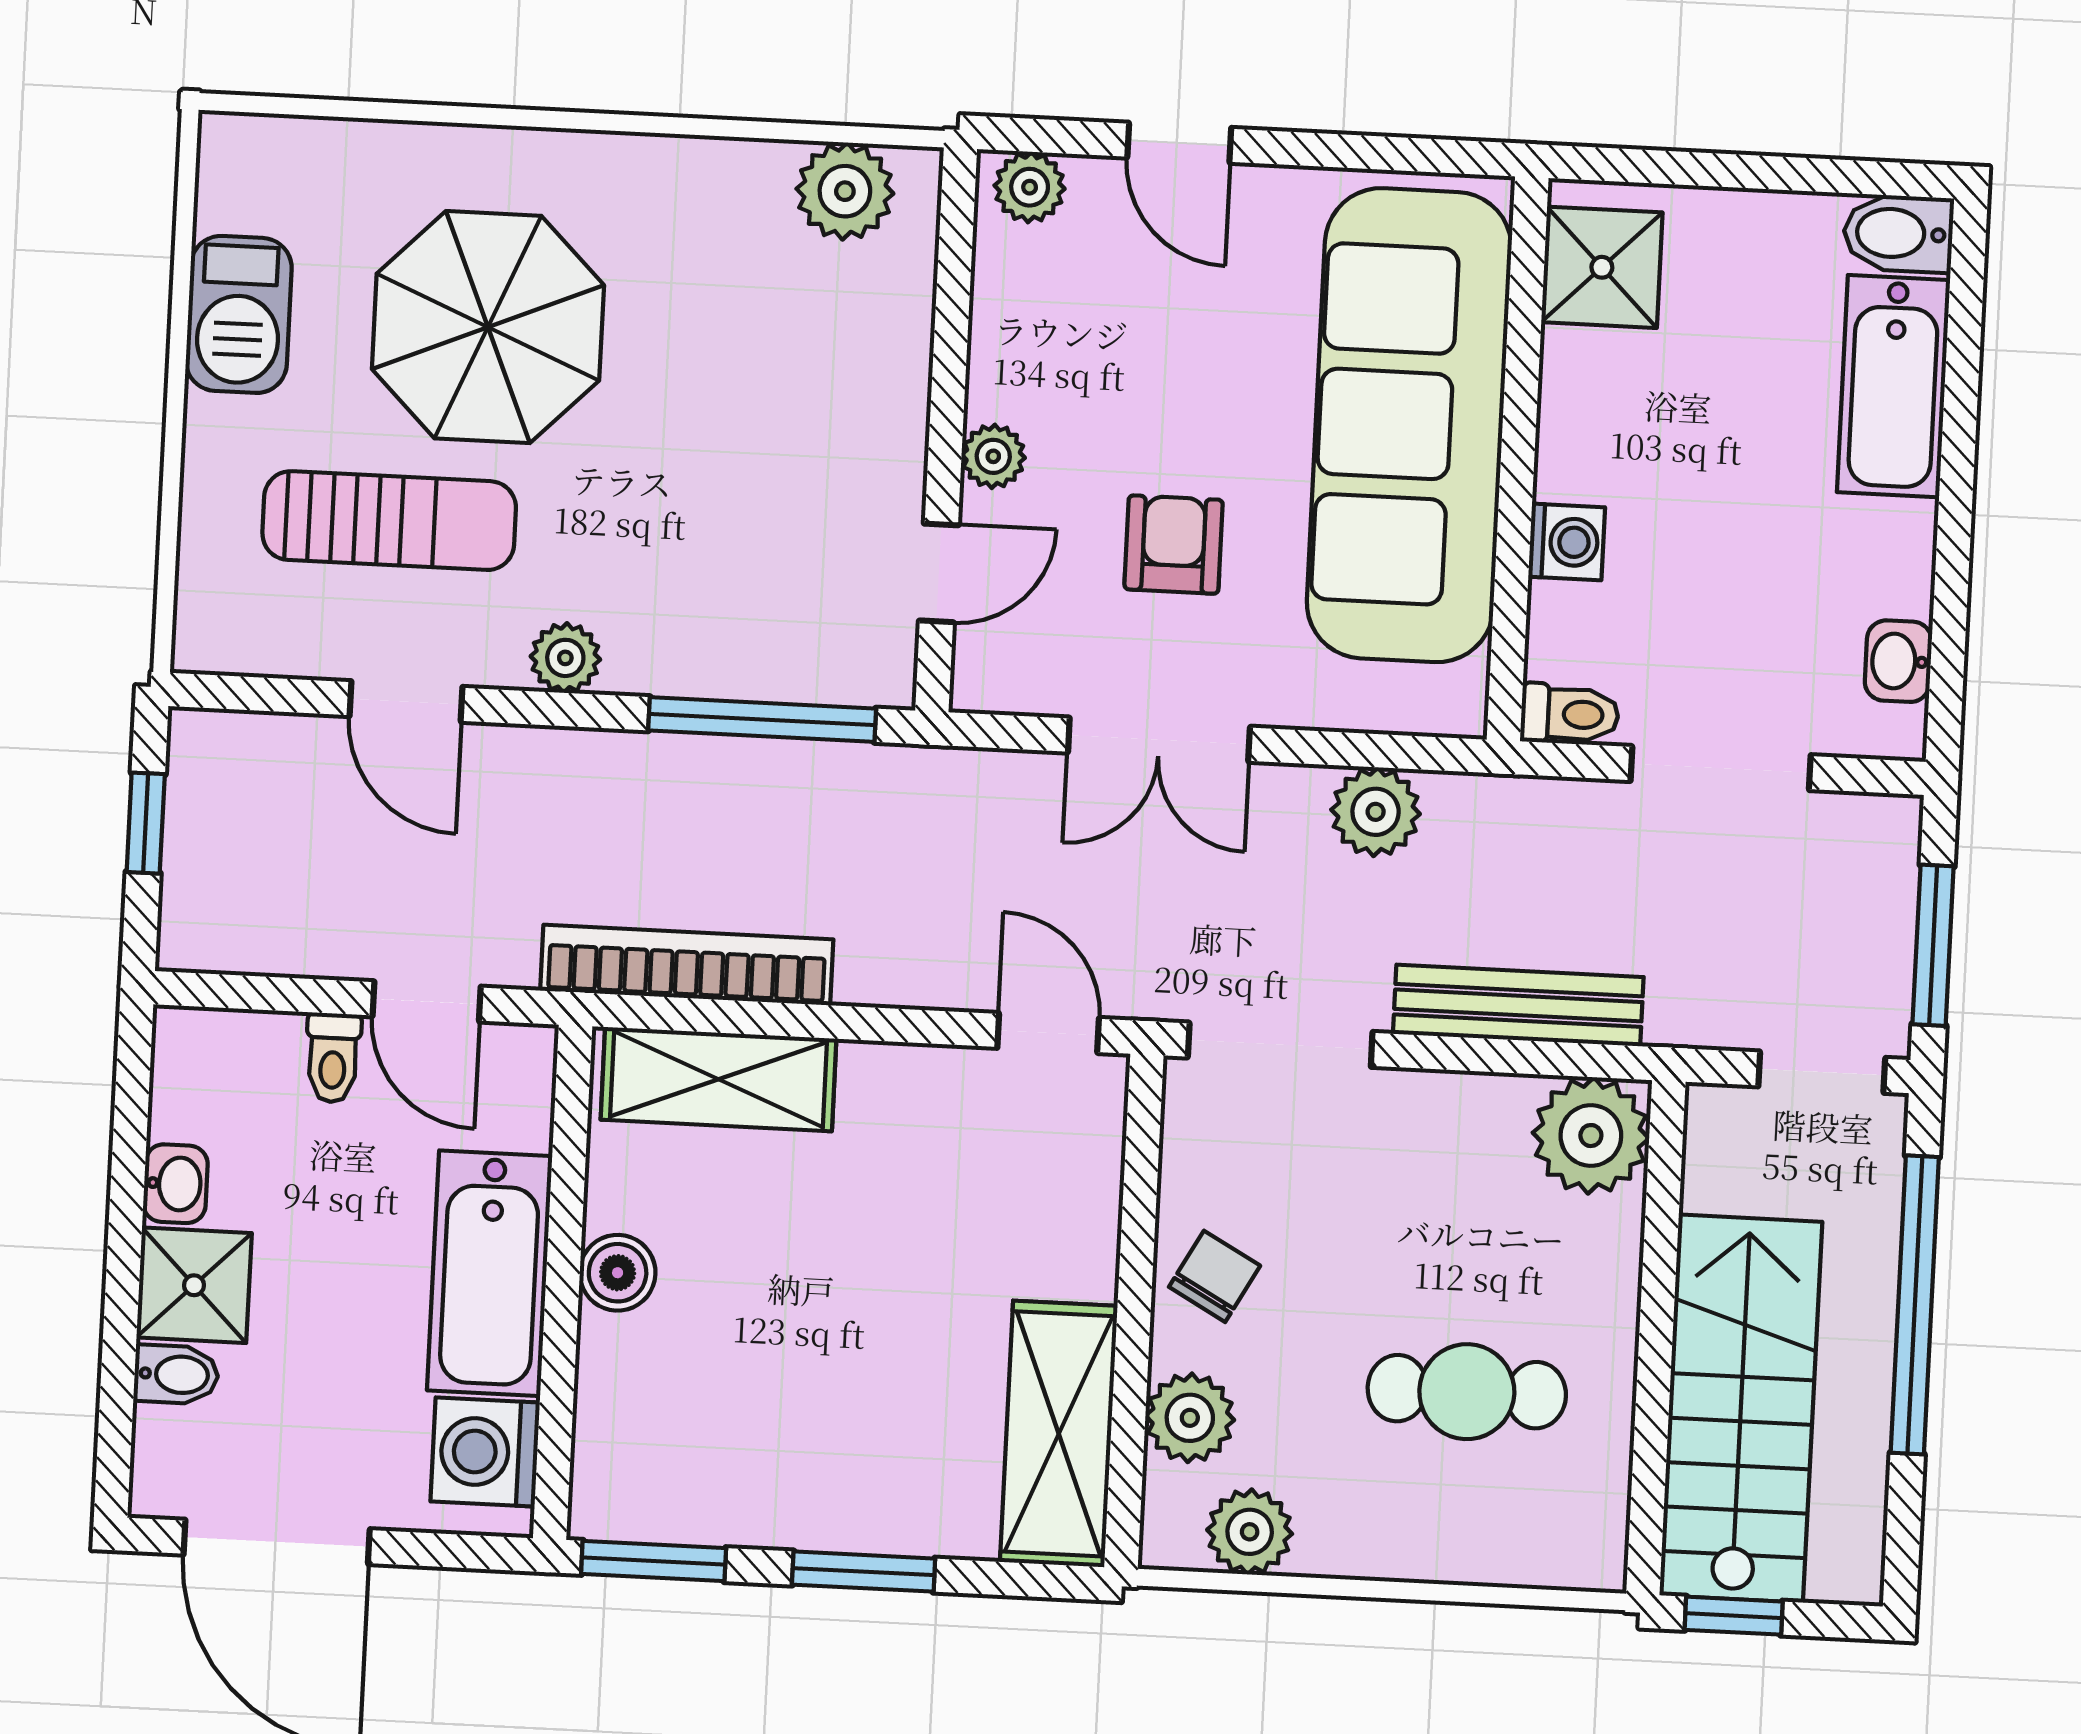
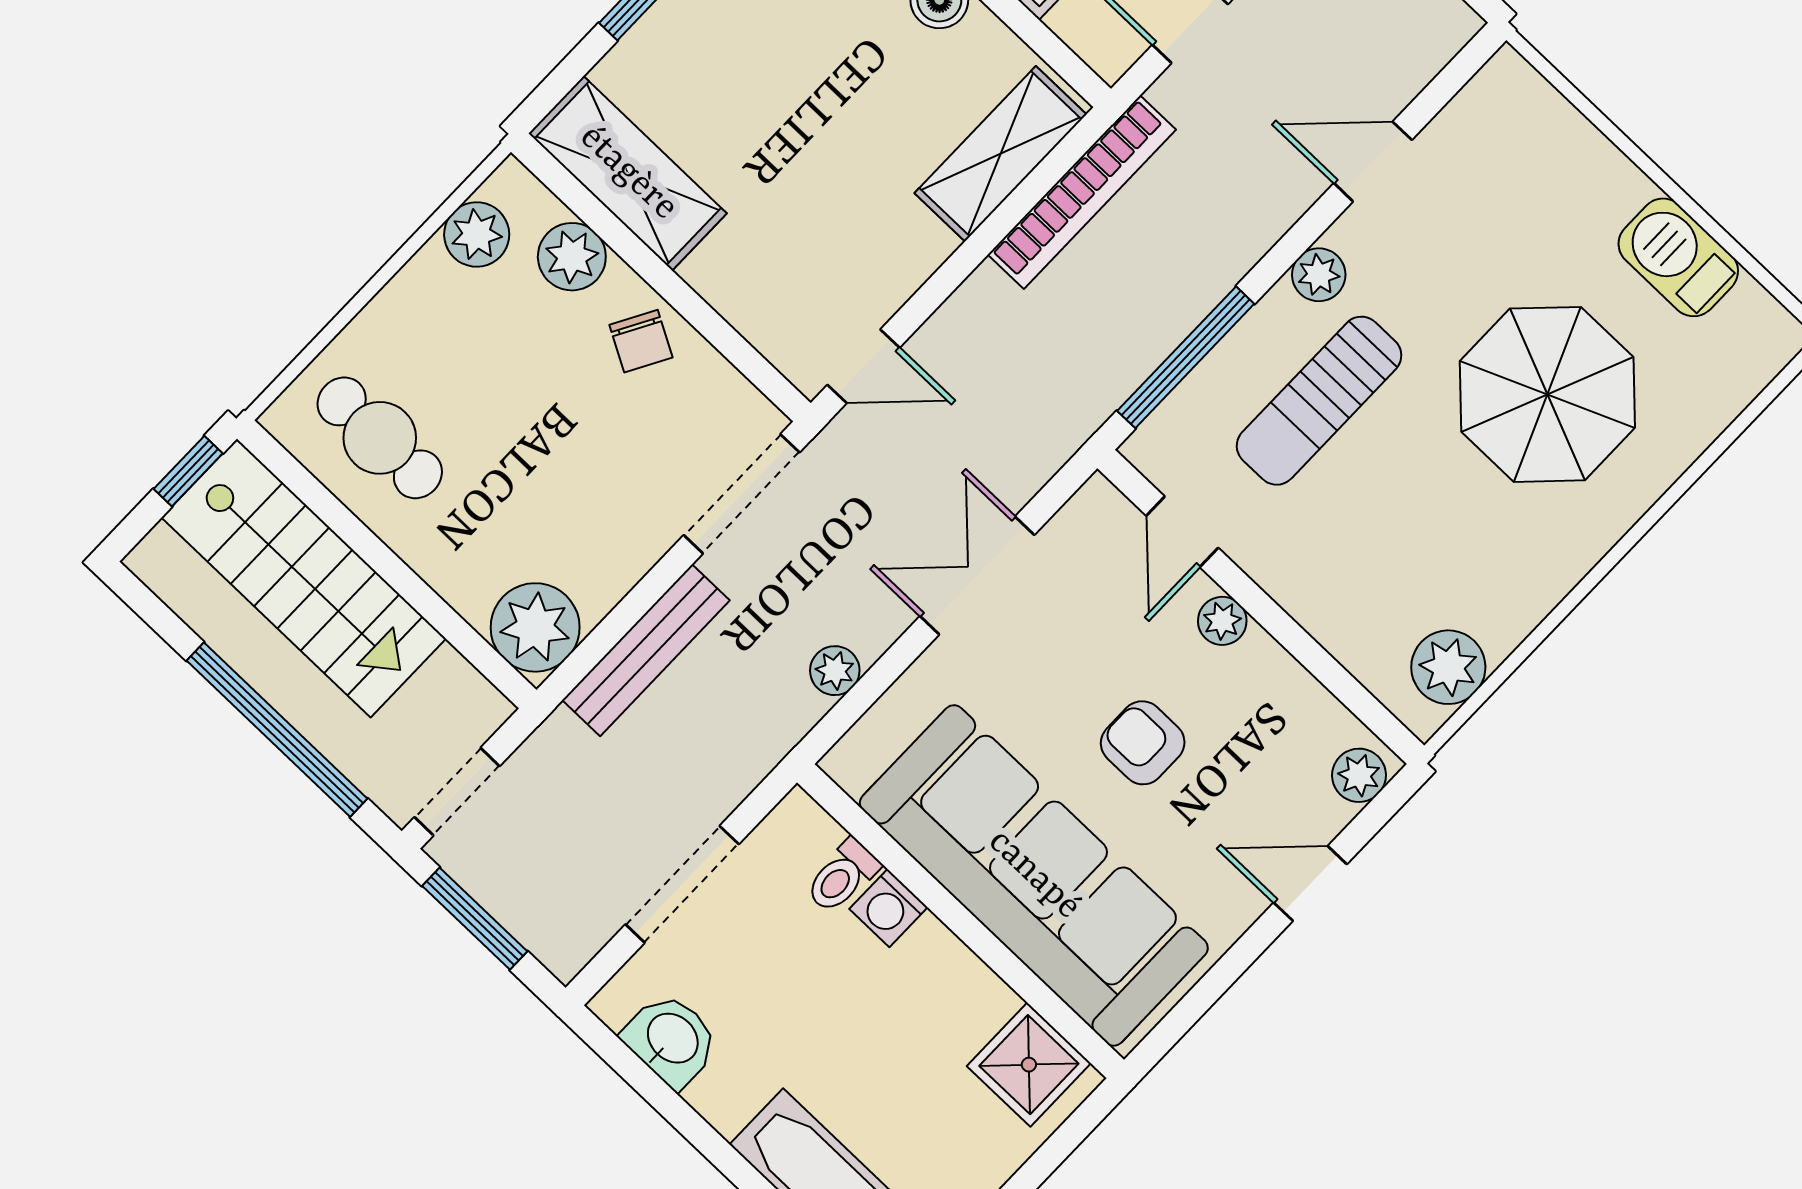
sun lounger: (389, 521) -> (1319, 401), moved
armchair: (1174, 545) -> (1143, 743), moved, turned 180
washbasin: (1898, 661) -> (671, 1040), width x1.38, depth x1.45
toilet: (1570, 714) -> (842, 876), moved
plant: (1376, 812) -> (835, 671), width x0.73, depth x0.73
cafe table: (1467, 1392) -> (380, 438), moved, turned 90

